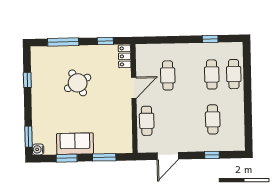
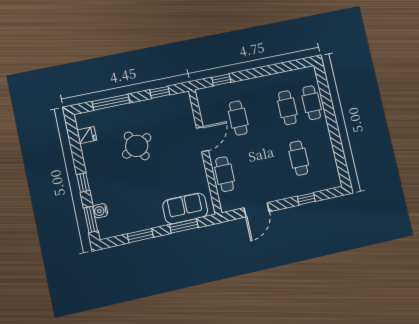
window: (210, 39) -> (221, 80), moved
locker: (125, 56) -> (185, 106), removed
fridge: (38, 66) -> (87, 135), added
window: (27, 80) -> (83, 183), moved
sofa: (75, 144) -> (185, 208), moved
water cooler: (38, 149) -> (100, 211), moved

